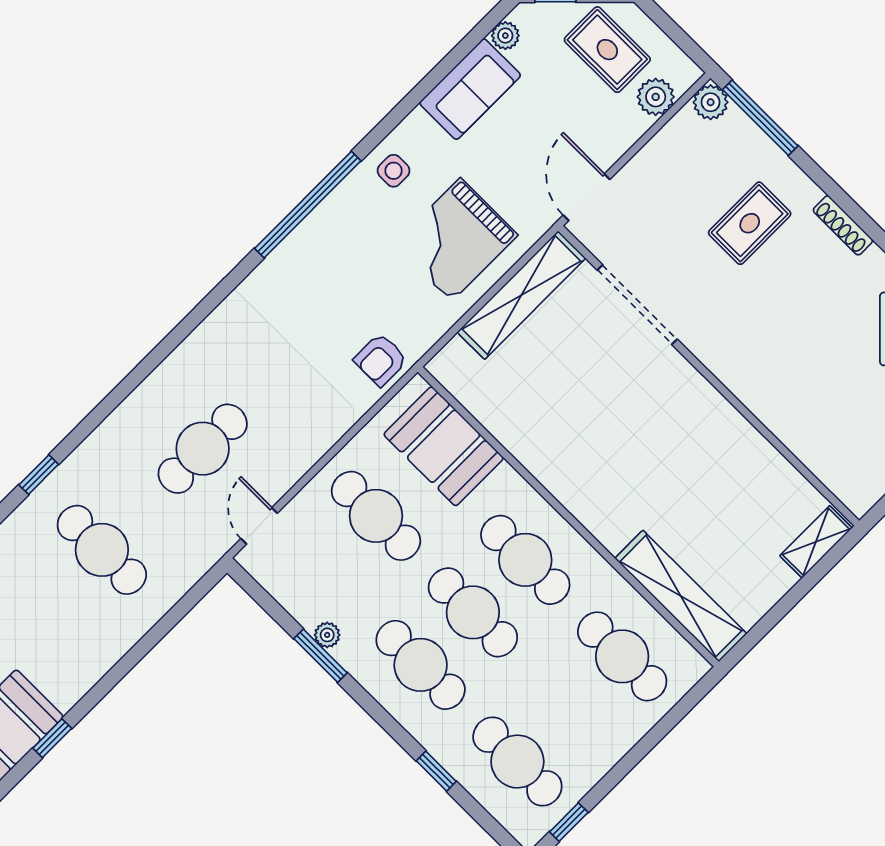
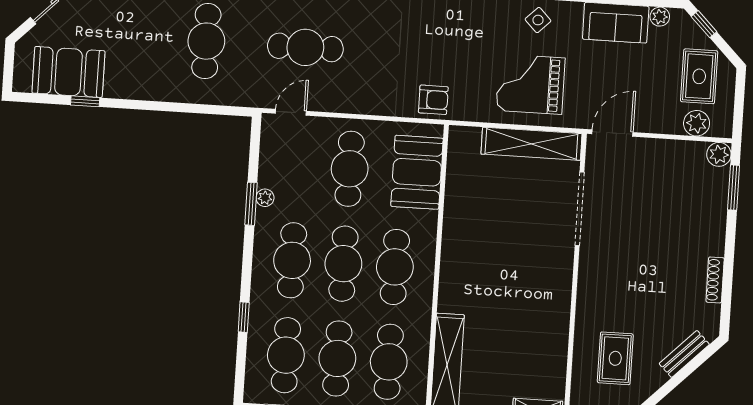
window: (760, 118) -> (734, 188), width x0.69
side table: (394, 171) -> (538, 20), turned 45
rug: (750, 223) -> (615, 358), moved, turned 90
armchair: (381, 360) -> (433, 100), turned 180
cafe table: (570, 709) -> (337, 358), added

